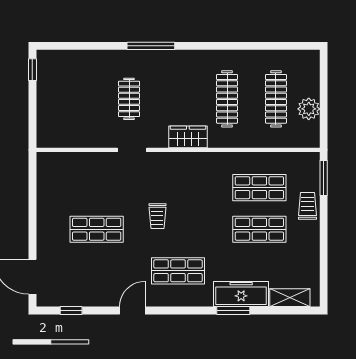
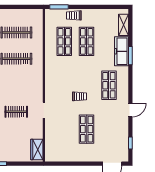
plant: (309, 109) -> (22, 15), removed
wardrobe: (188, 137) -> (37, 150), moved
door: (132, 311) -> (130, 110), swing flipped

